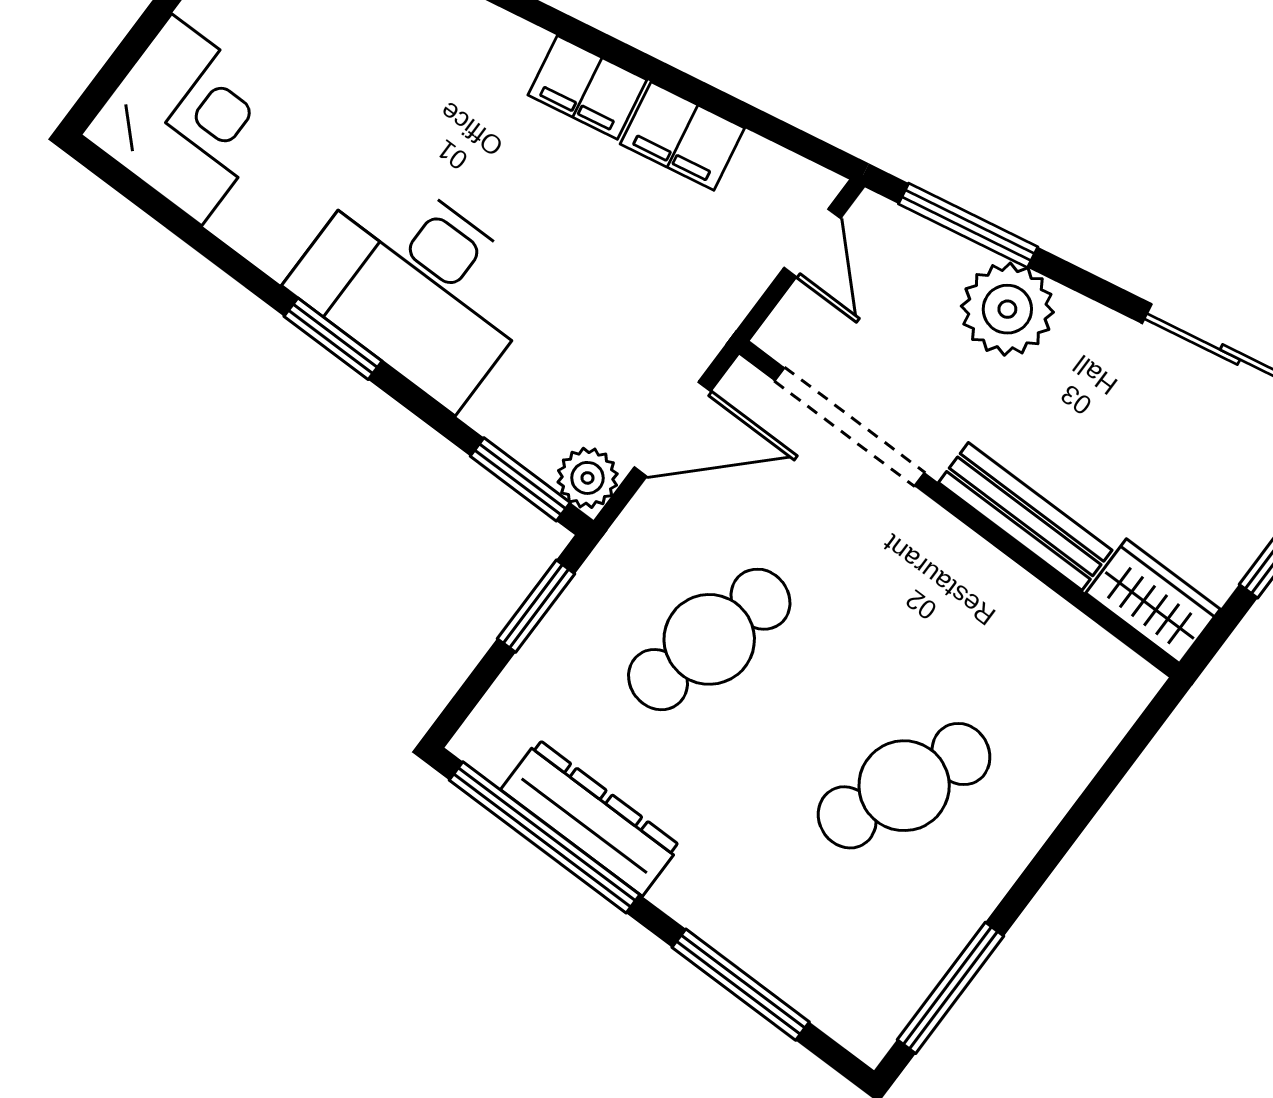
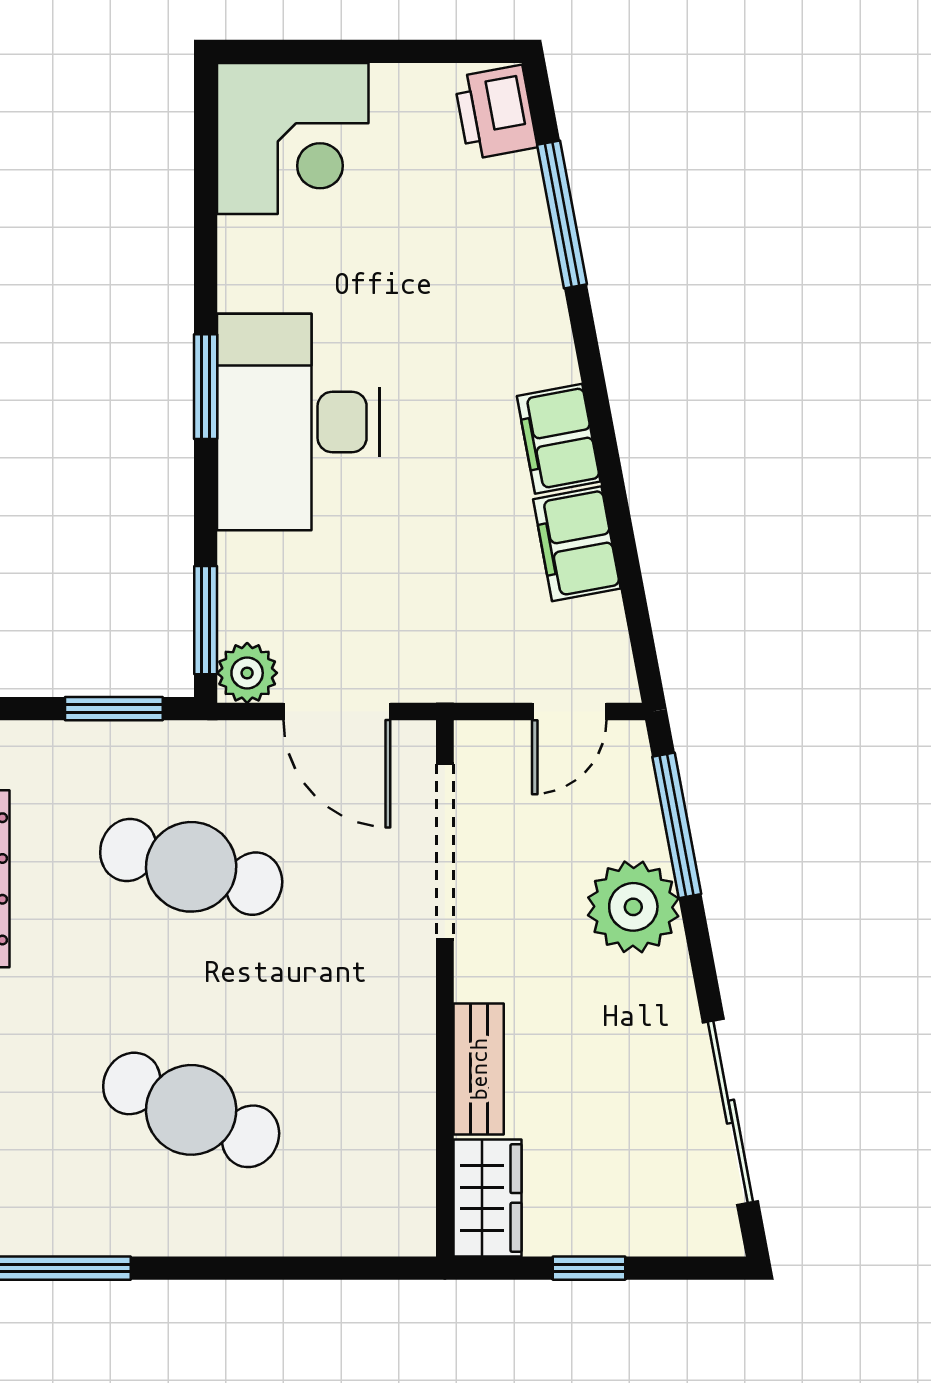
bench: (1025, 516) -> (479, 1069), width x0.73

